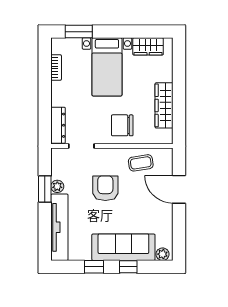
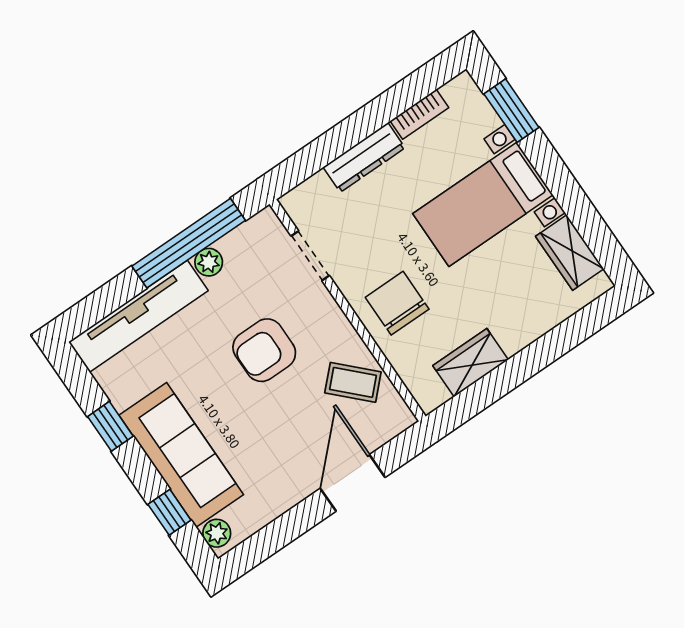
wardrobe: (164, 105) -> (471, 363), width x0.67
dresser: (58, 125) -> (364, 157), moved
coffee table: (141, 163) -> (353, 382), turned -36
armchair: (105, 188) -> (264, 350), turned 180
window: (45, 189) -> (189, 243), width x2.11
window: (128, 267) -> (169, 512), moved

